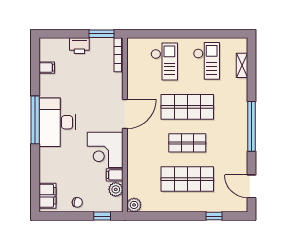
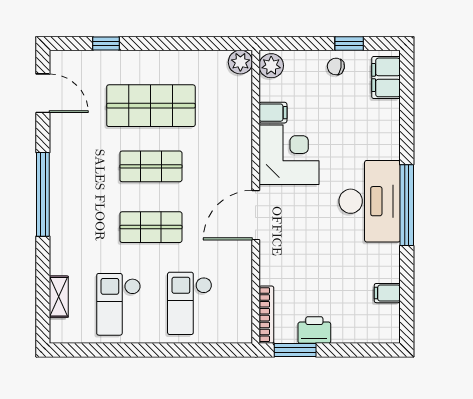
printer: (79, 46) -> (314, 330), moved
shop shelf: (187, 107) -> (151, 227), width x0.70, depth x0.74
plant: (116, 189) -> (271, 66), moved
window: (102, 216) -> (349, 43), moved

